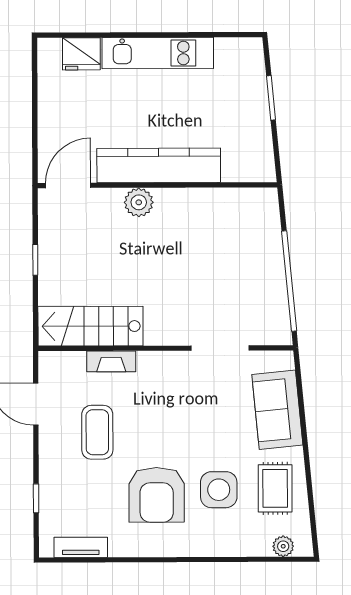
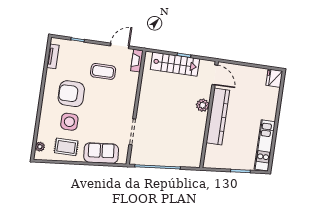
kitchen unit: (158, 53) -> (265, 145), moved
fridge: (81, 54) -> (274, 78), moved
stairs: (90, 326) -> (175, 64), moved, turned 90
fireplace: (111, 361) -> (137, 61), moved

